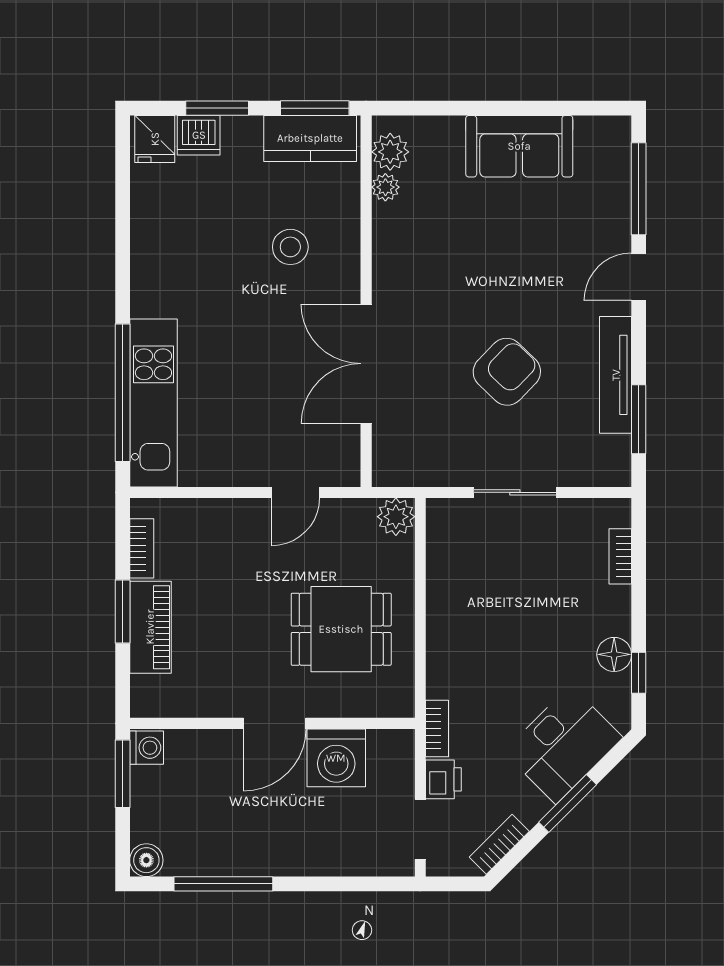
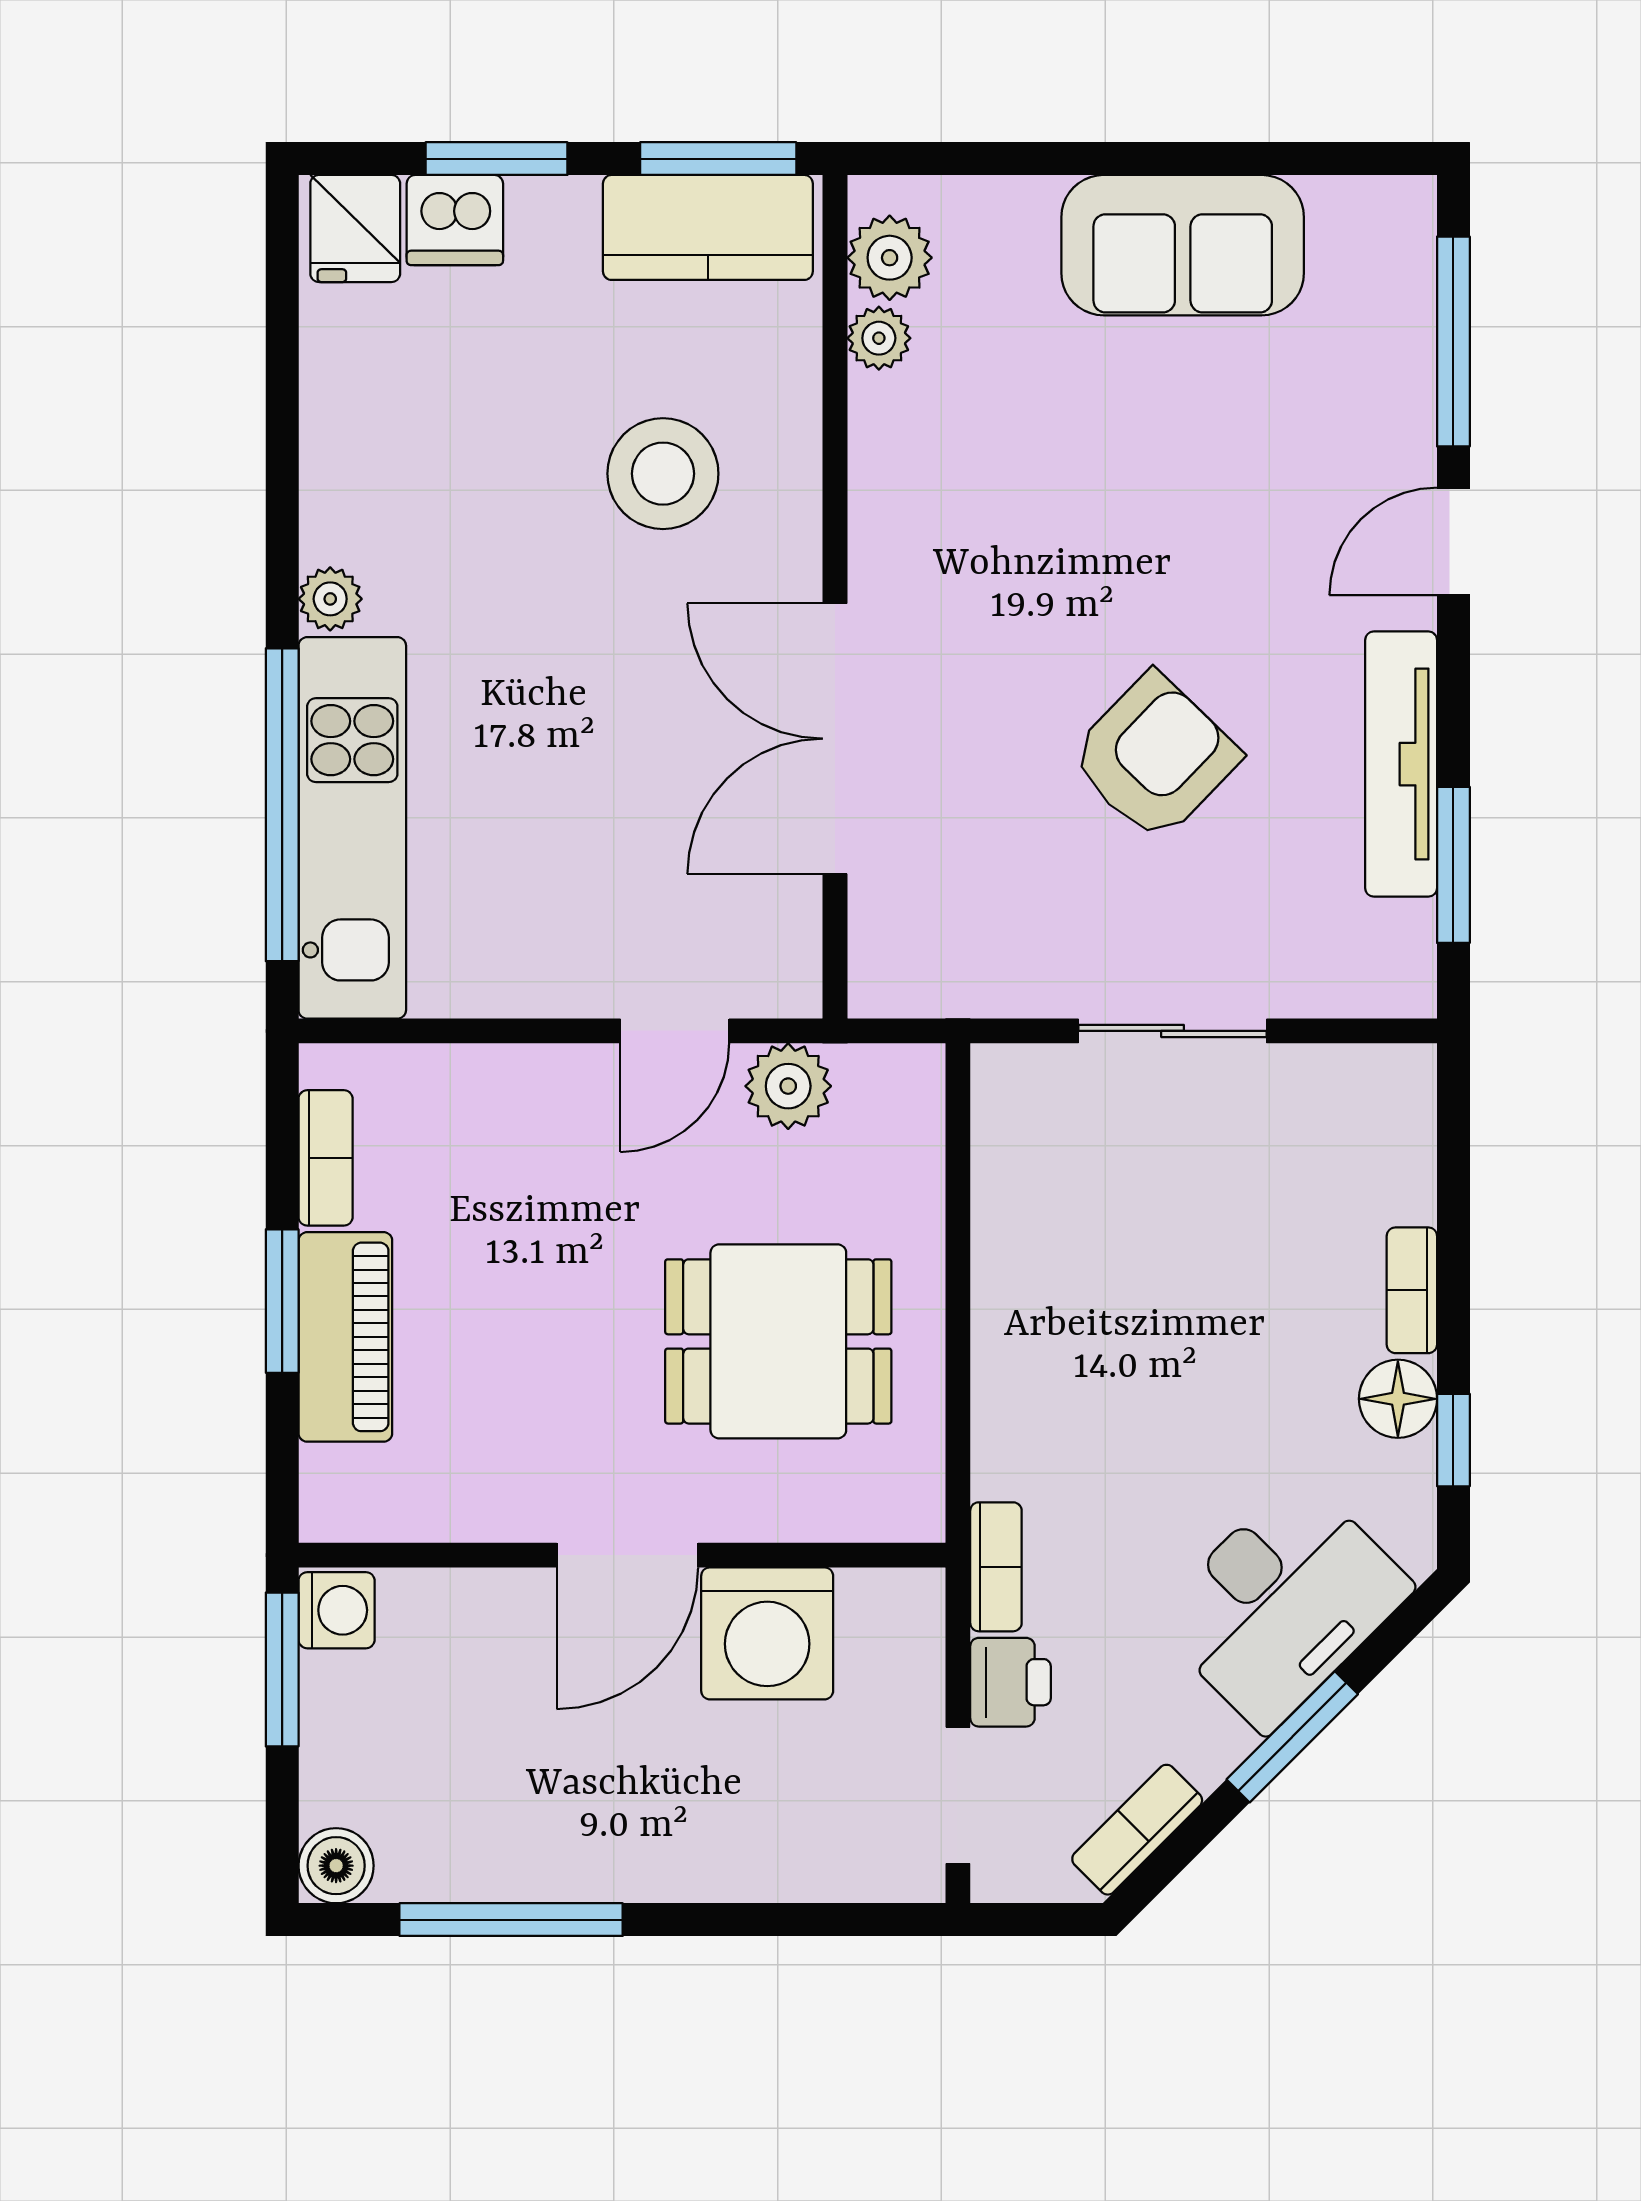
stool: (290, 247) -> (663, 474), width x1.38, depth x1.38
plant: (144, 302) -> (330, 599), added
plant: (396, 517) -> (788, 1086), moved
bookcase: (620, 556) -> (1412, 1290), moved

